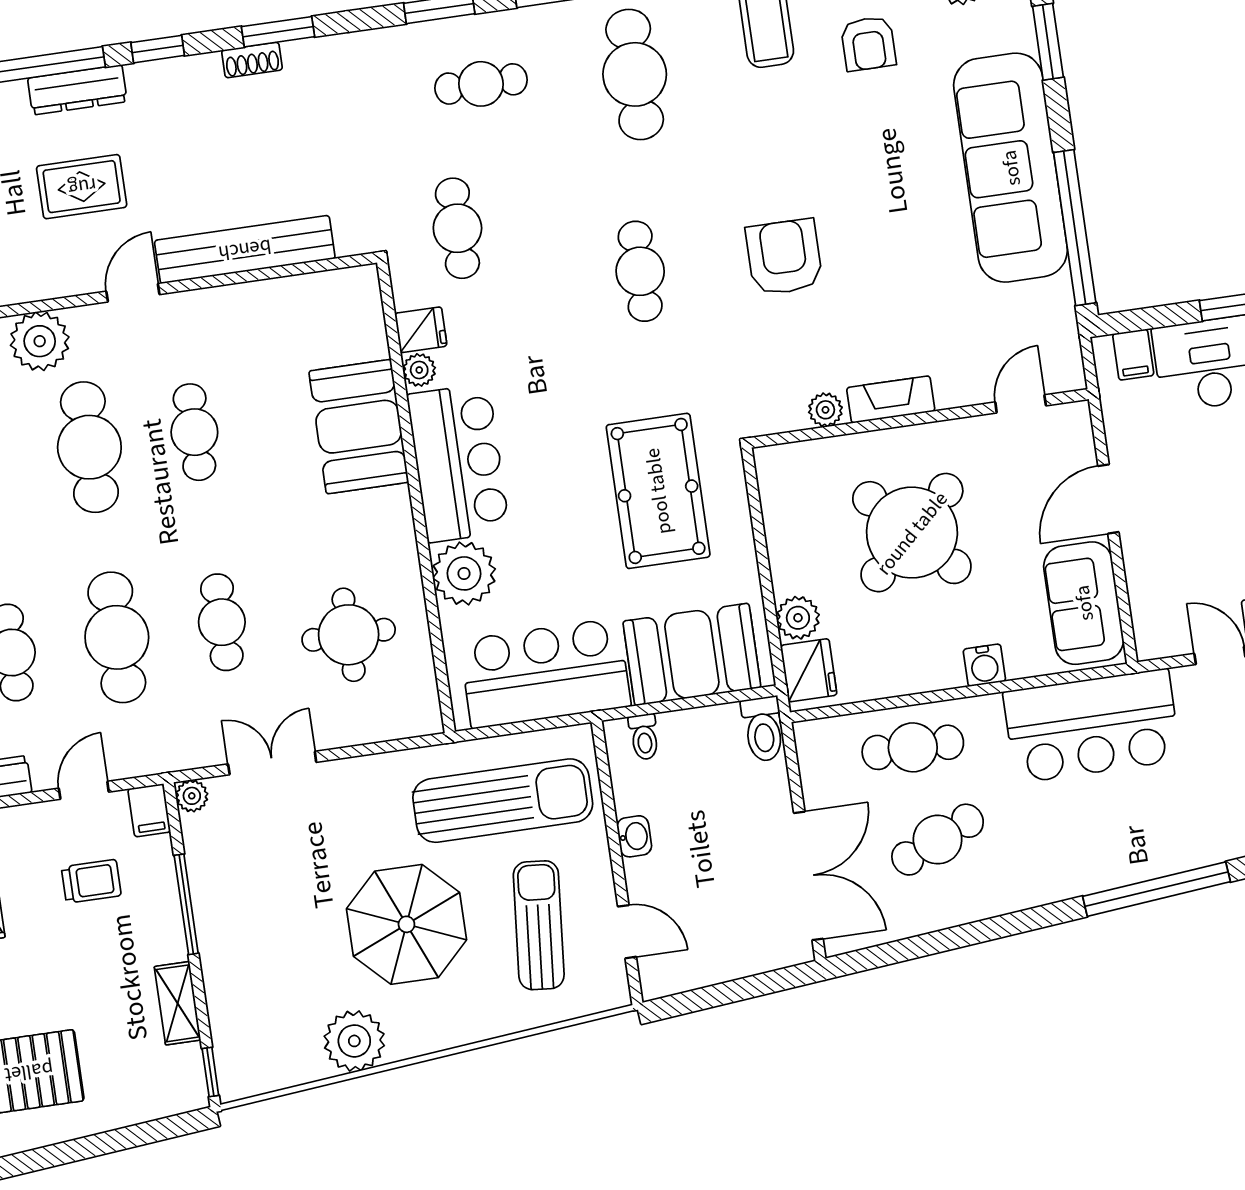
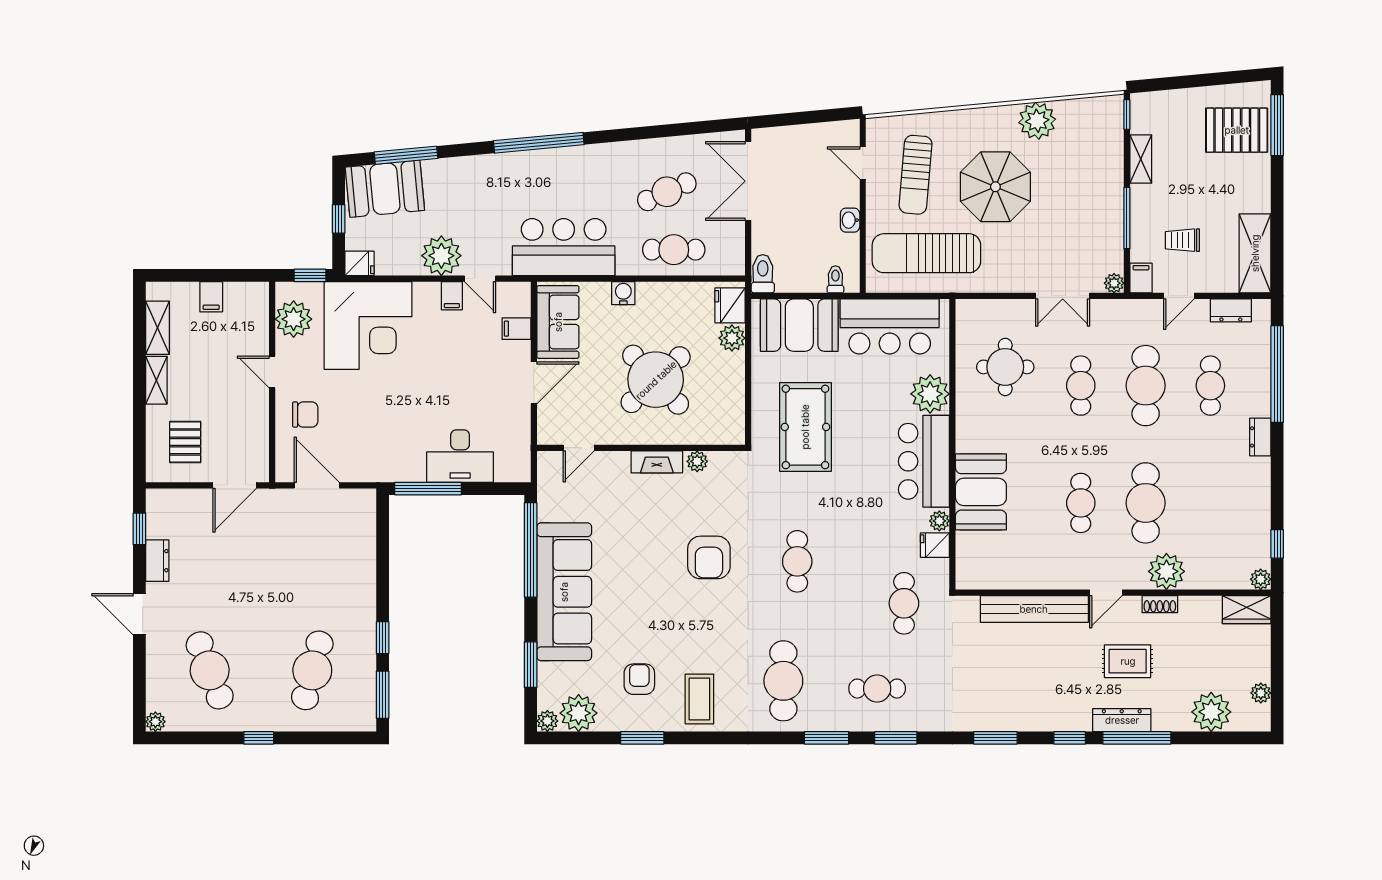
shoe rack: (252, 60) -> (1160, 604), moved, turned 180
filing cabinet: (1133, 355) -> (516, 329), moved, turned -90

